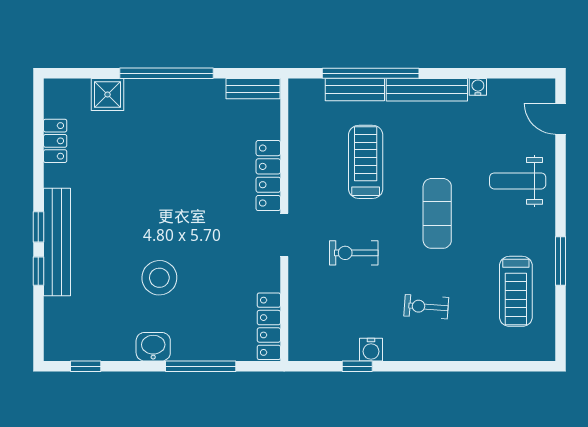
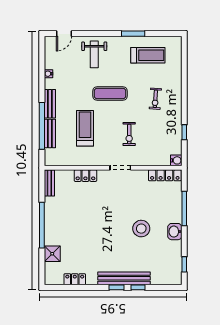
bench: (427, 90) -> (50, 104), width x0.73
treadmill: (366, 162) -> (85, 128), turned 90
locker: (268, 176) -> (85, 176), width x0.66
water cooler: (371, 350) -> (176, 160), moved

